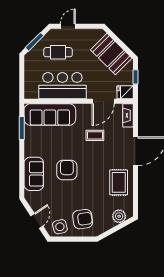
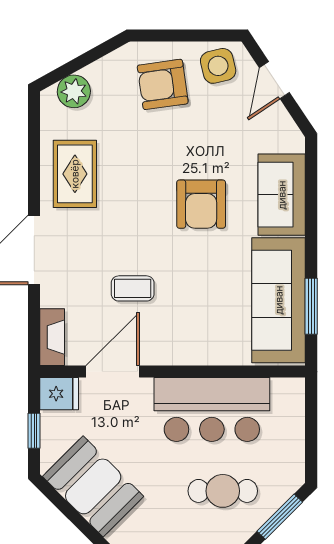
sofa: (50, 115) -> (279, 300), moved, turned -90

